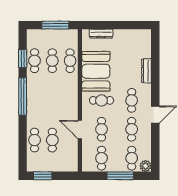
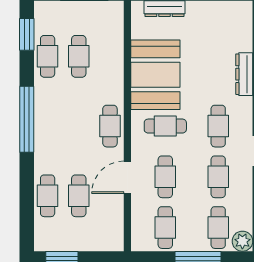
window: (23, 58) -> (27, 34), moved
cafe table: (70, 61) -> (110, 126), moved
door: (80, 130) -> (127, 177), hinge flipped

